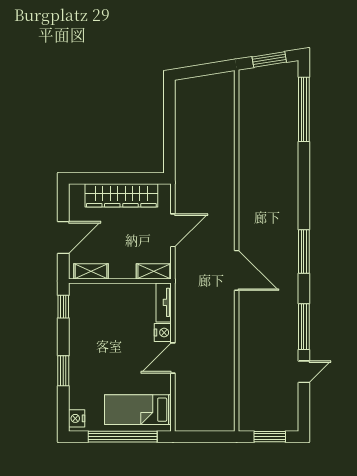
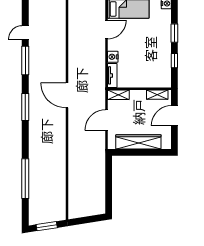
window: (304, 109) -> (25, 179), moved
window: (63, 307) -> (174, 61), moved
door: (173, 358) -> (106, 30), moved

